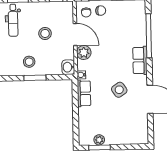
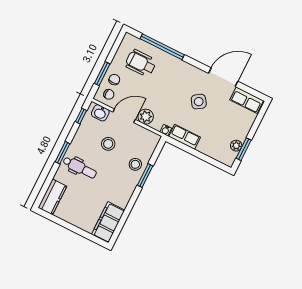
wheelchair: (126, 25) -> (141, 63), added
row of seats: (140, 61) -> (247, 100), moved
stool: (29, 62) -> (135, 164), moved
washbasin: (68, 67) -> (100, 113), moved

